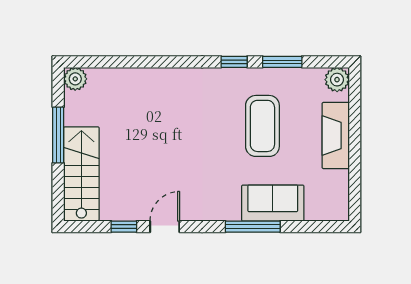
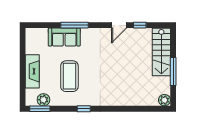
window: (282, 62) -> (40, 109), moved
plant: (337, 80) -> (43, 100), moved

